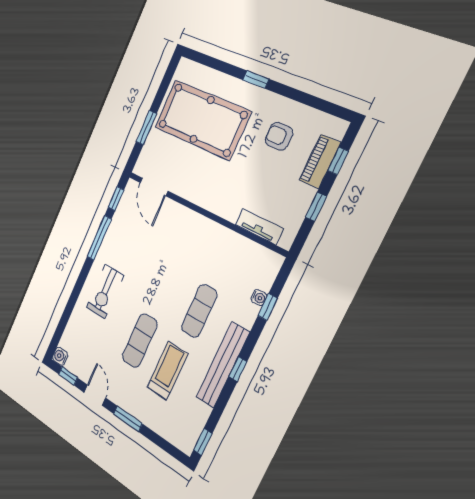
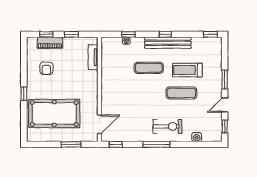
pool table: (202, 120) -> (54, 113), turned 90
window: (99, 238) -> (156, 144), moved
water cooler: (60, 356) -> (197, 137), moved

